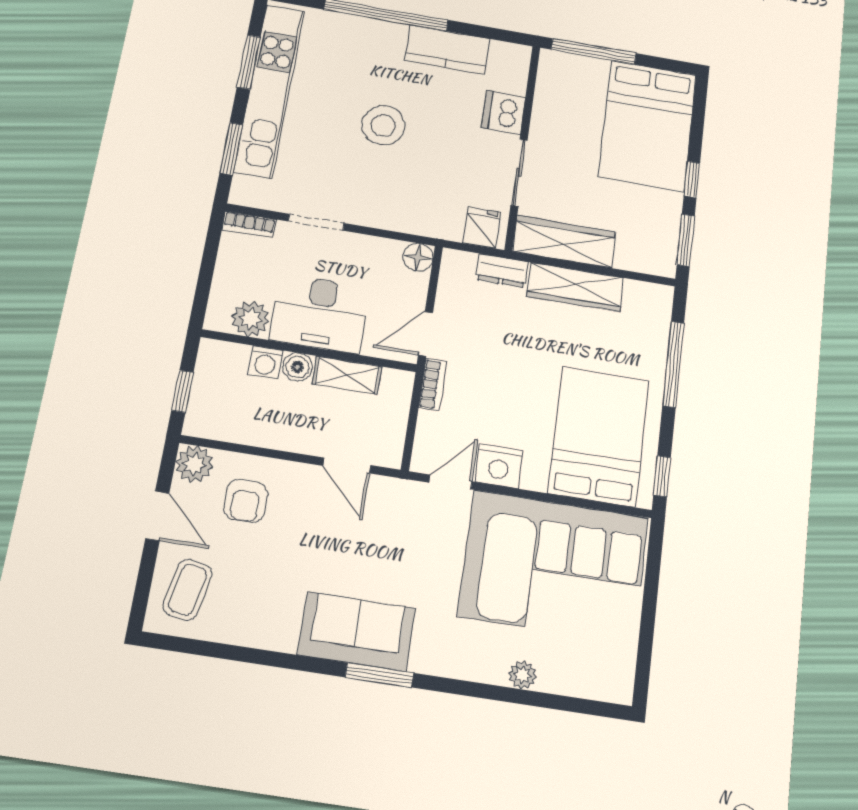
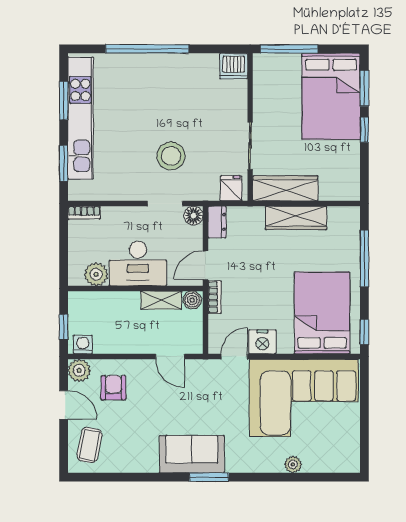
kitchen counter: (447, 50) -> (191, 67), removed
dishwasher: (504, 112) -> (234, 66), moved, turned -90
stool: (383, 125) -> (171, 156), moved
doorway: (316, 222) -> (165, 204), moved
window: (686, 240) -> (364, 88), moved
dresser: (502, 271) -> (217, 222), moved, turned -90
washing machine: (265, 362) -> (83, 345), moved, turned 180
boiler: (298, 367) -> (192, 300), moved
armchair: (246, 501) -> (113, 388), turned 180

